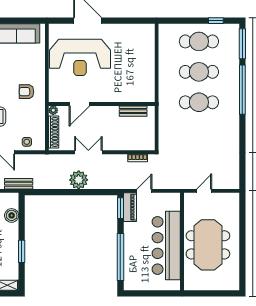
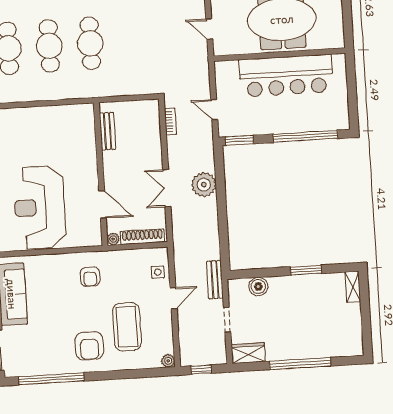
reception desk: (80, 57) -> (40, 207), turned 180
plant: (79, 180) -> (204, 185), moved
piano: (130, 207) -> (237, 128), removed

